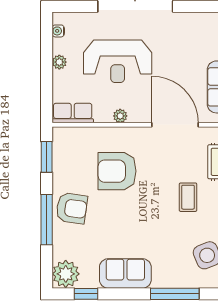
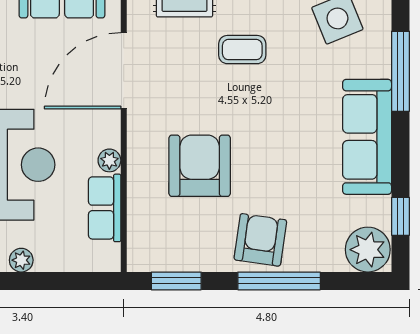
row of seats: (73, 113) -> (105, 208), moved
armchair: (117, 171) -> (200, 166), turned 180
sofa: (125, 273) -> (367, 137), width x1.36

